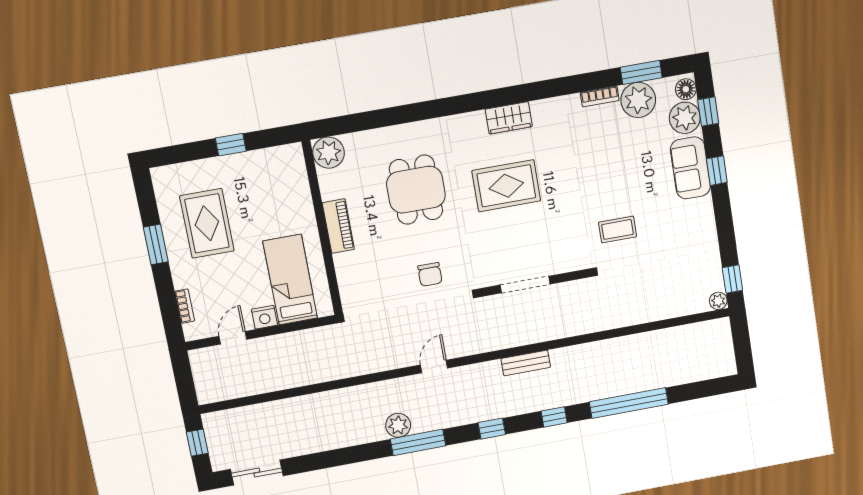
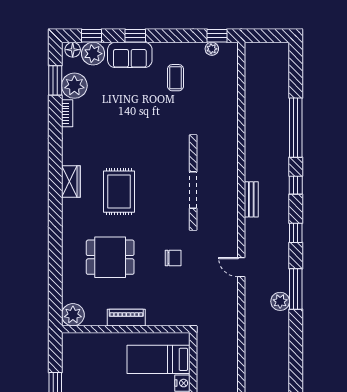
coffee table: (618, 229) -> (175, 78), moved
plant: (718, 301) -> (212, 49), moved

